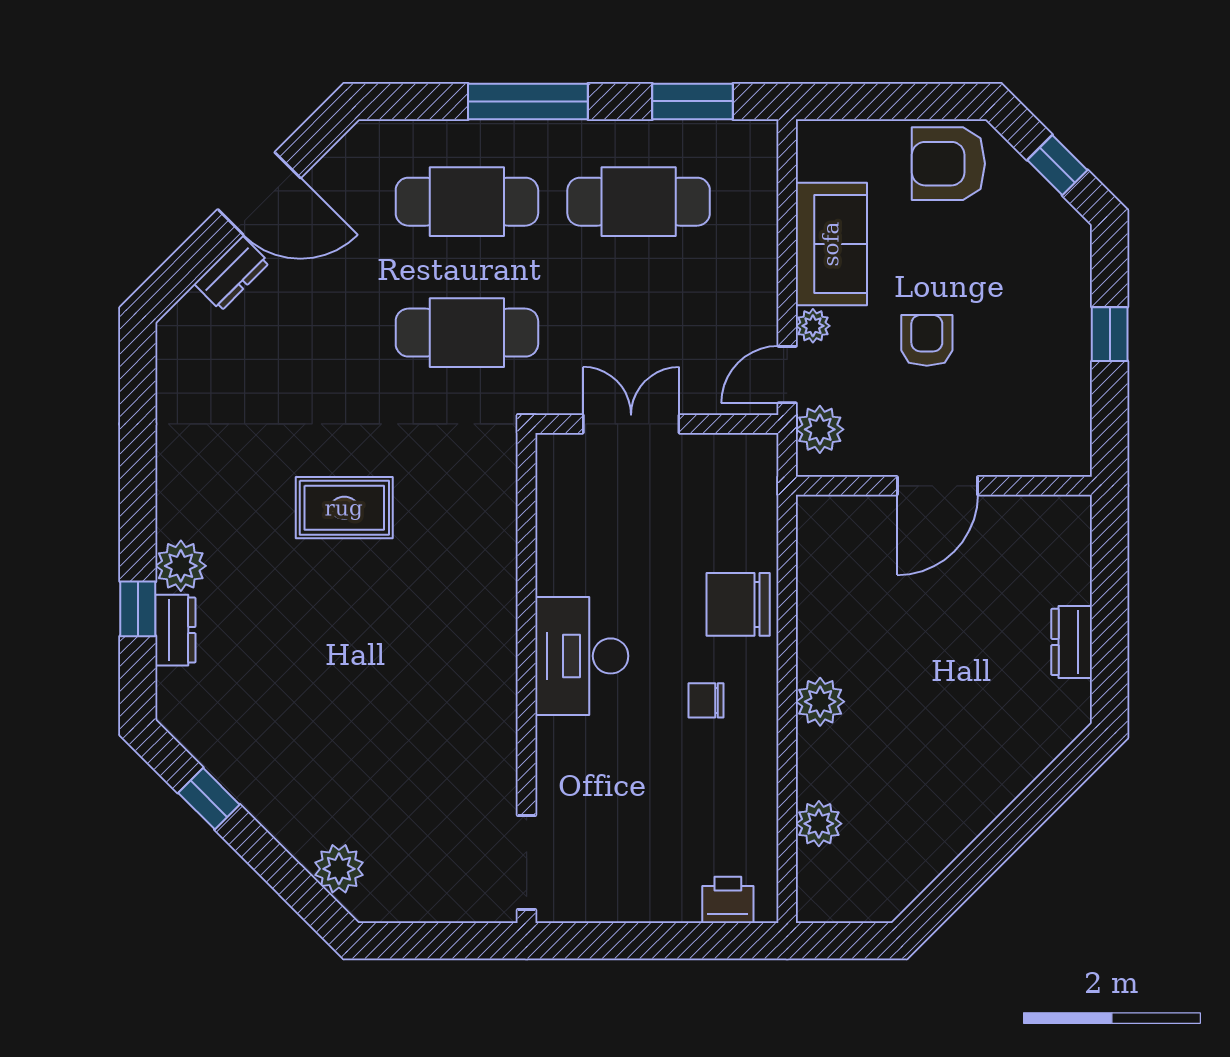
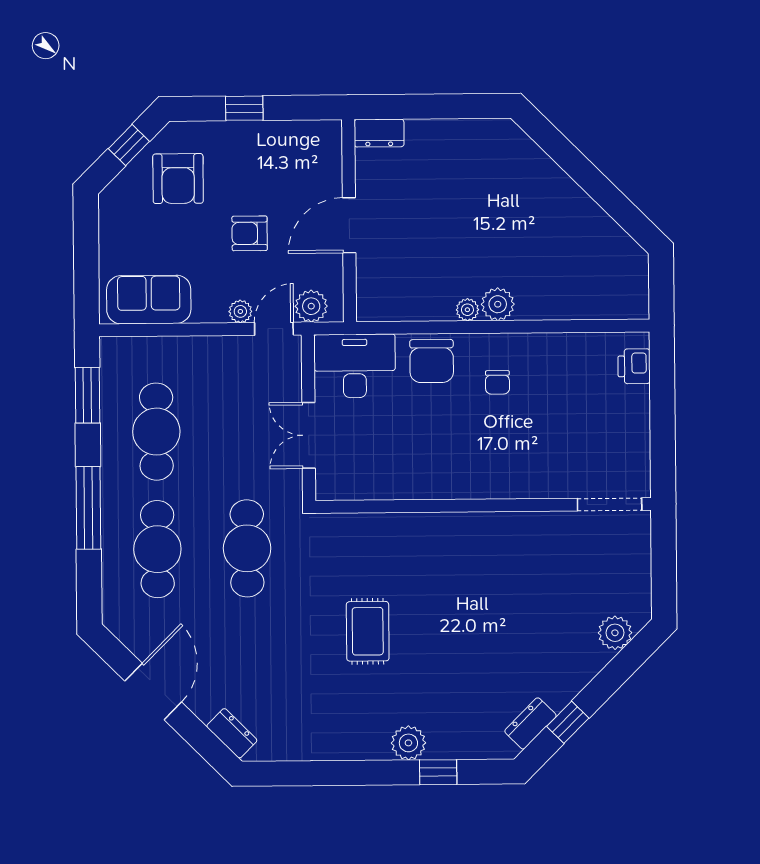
armchair: (948, 164) -> (178, 179), moved
sofa: (831, 244) -> (149, 300), moved
dresser: (232, 273) -> (232, 733), moved
door: (787, 375) -> (274, 329), swing flipped
door: (937, 486) -> (349, 225), swing flipped
dresser: (175, 630) -> (530, 723), moved, turned -45
dresser: (1072, 642) -> (379, 133), moved
desk: (582, 656) -> (355, 366), moved, turned 180
plant: (819, 824) -> (467, 310), moved, width x0.73, depth x0.73

